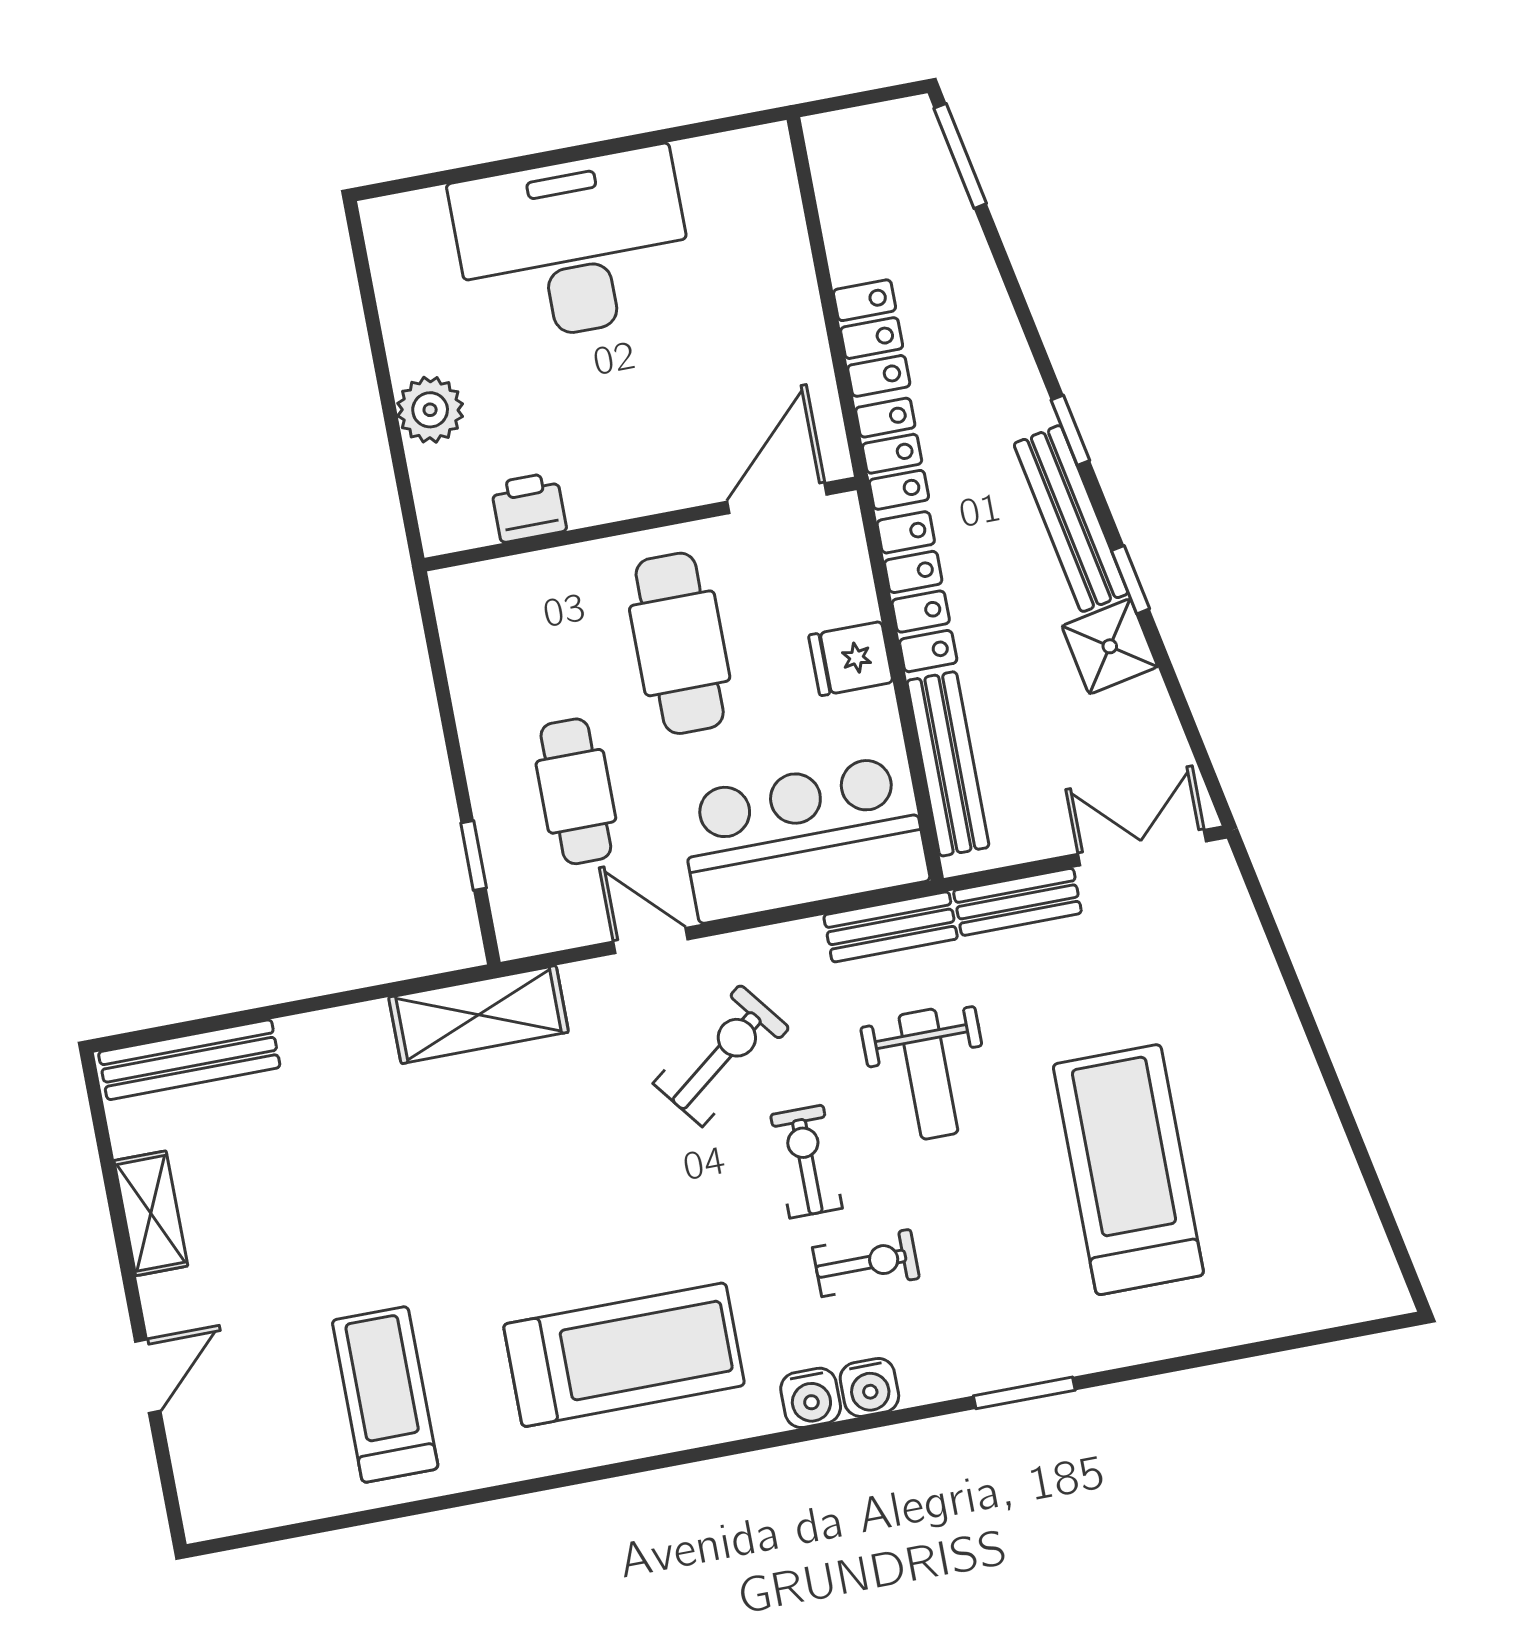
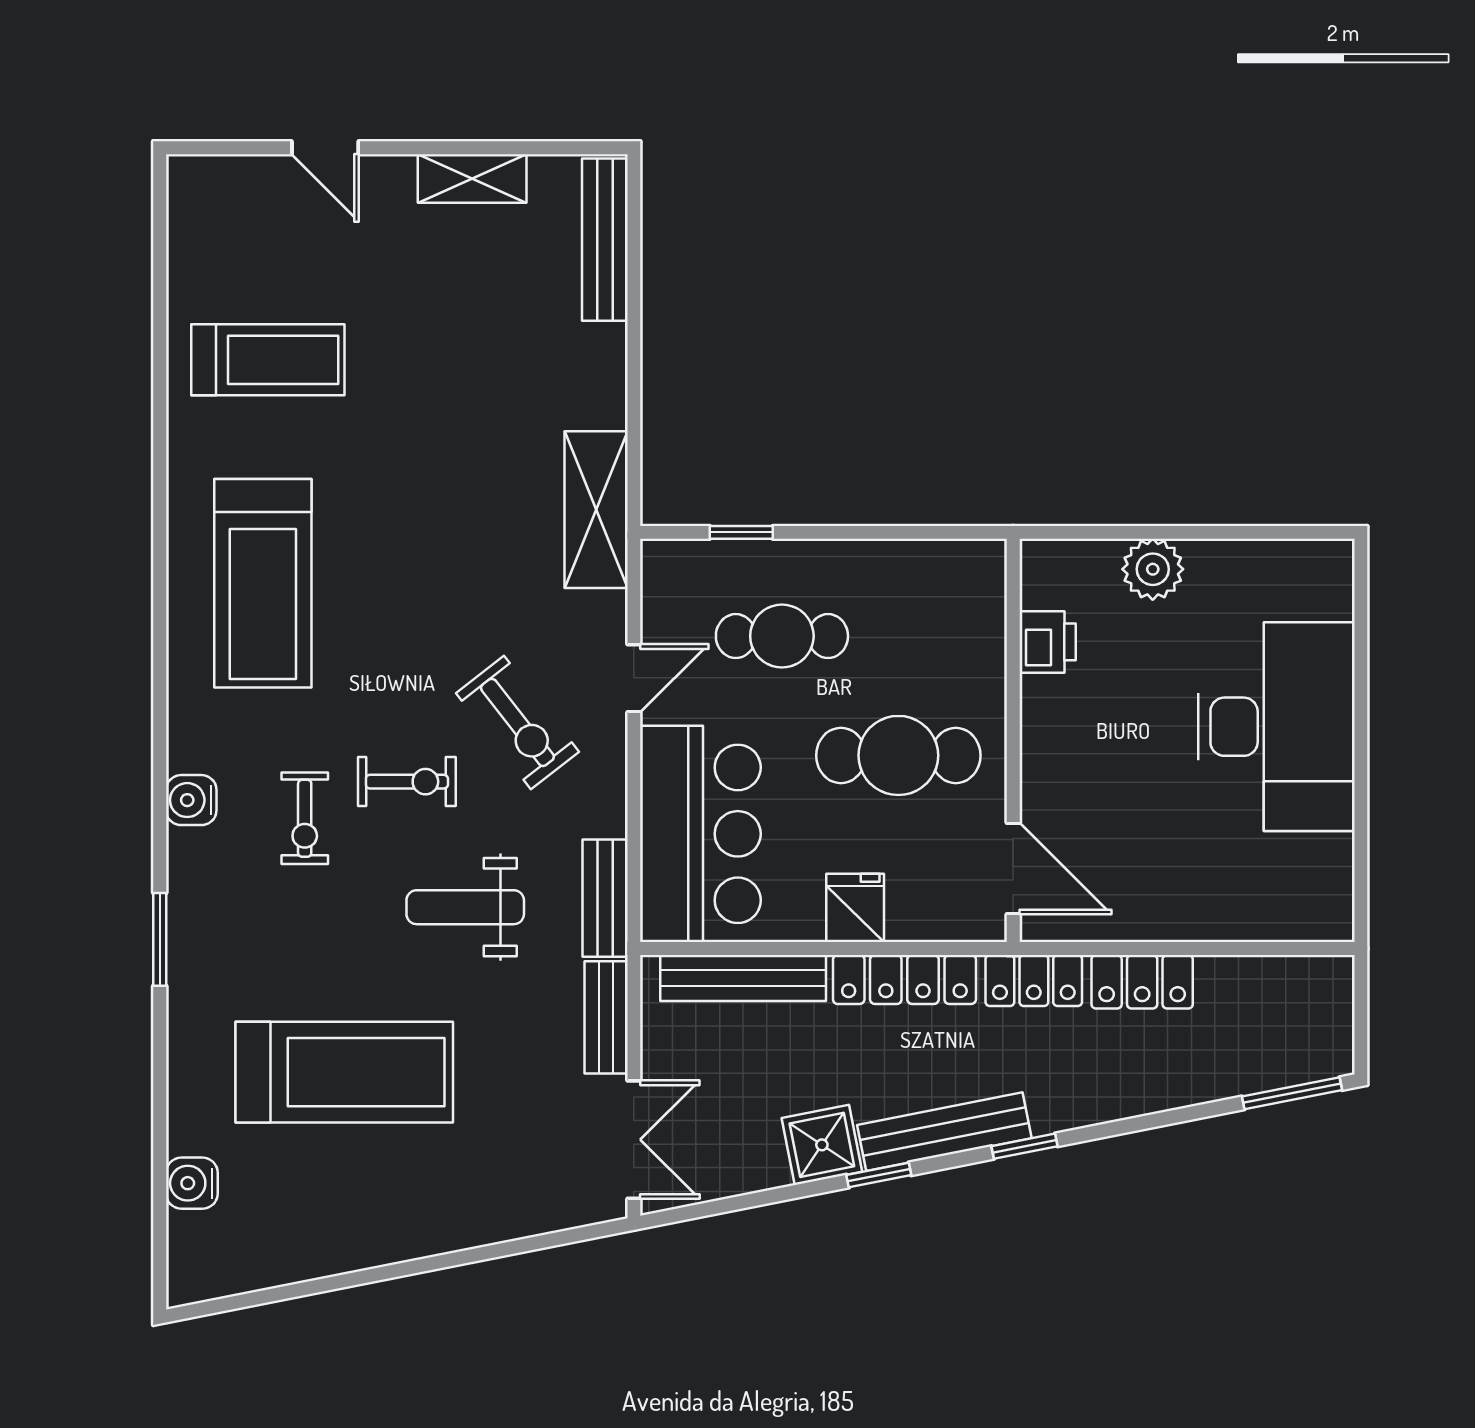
water cooler: (811, 1398) -> (192, 1183), moved

